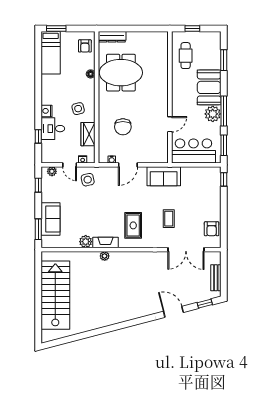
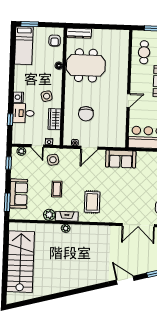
door: (170, 124) -> (128, 100), moved
coffee table: (169, 219) -> (57, 189), moved

